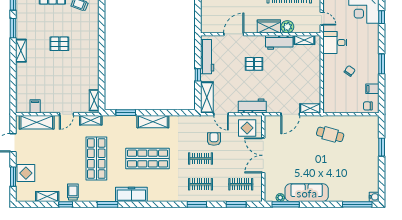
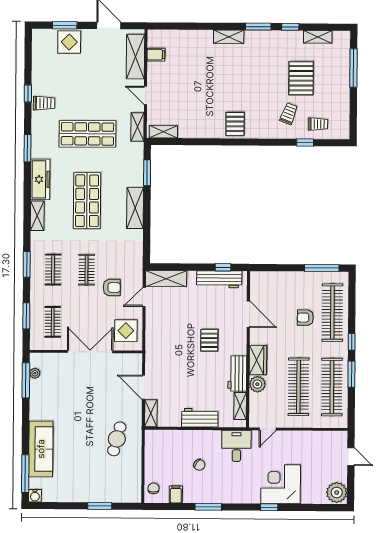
pallet: (59, 44) -> (235, 124), moved
window: (198, 75) -> (223, 267), moved
workbench: (252, 106) -> (200, 418), moved, turned -90
sofa: (307, 193) -> (41, 449), moved
shelving: (47, 197) -> (37, 216), moved

